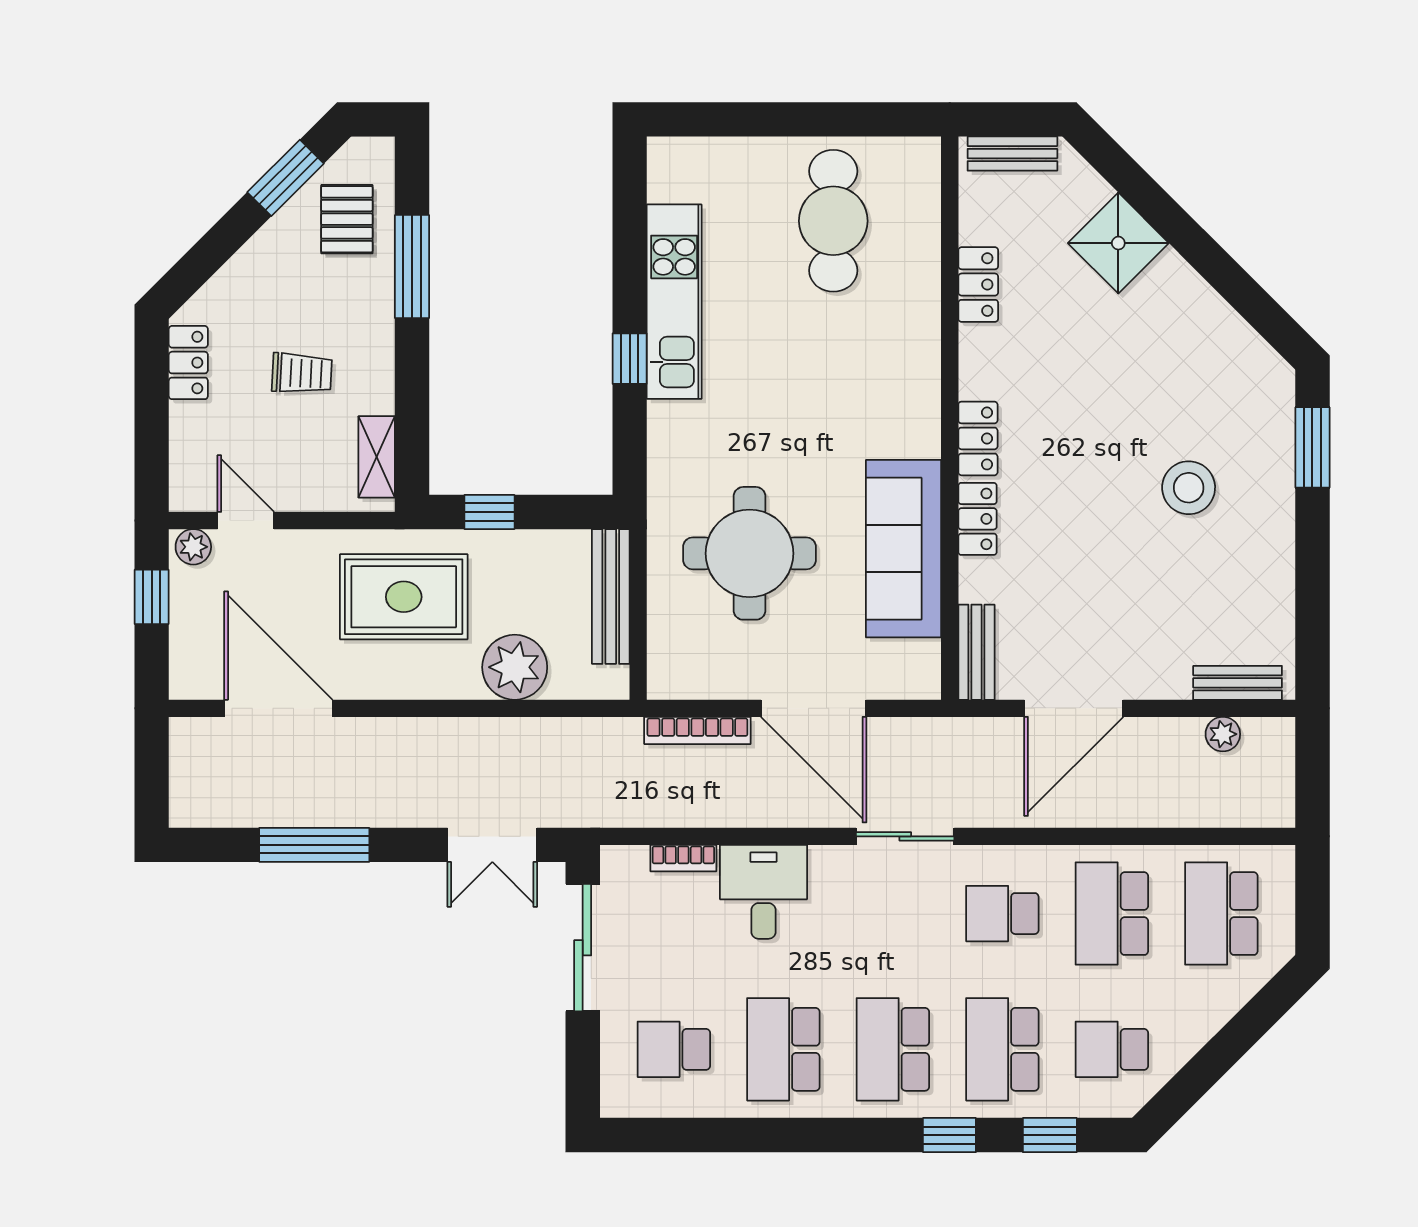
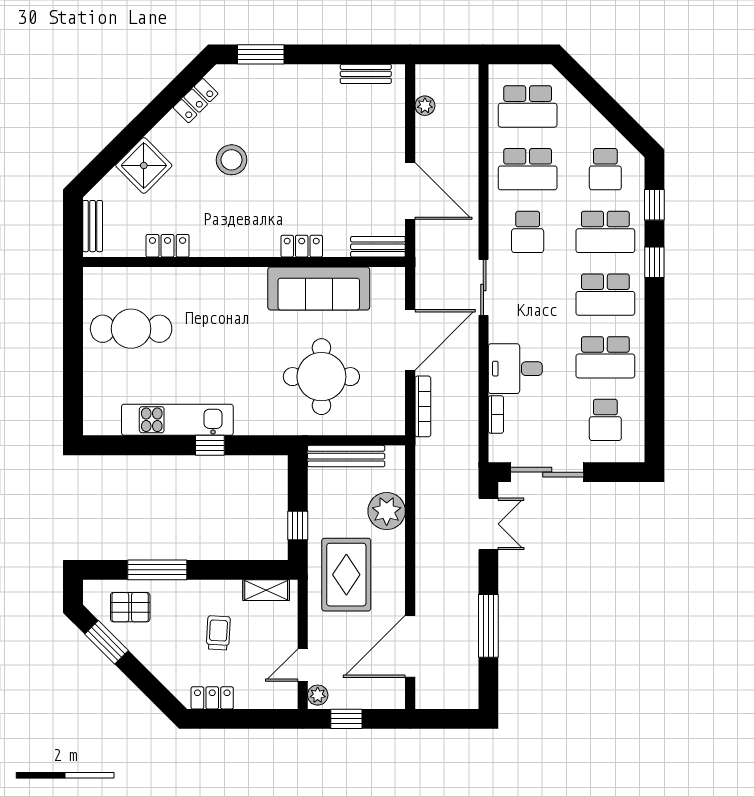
locker: (978, 438) -> (196, 101), moved, turned 135
stool: (1189, 488) -> (232, 160), moved
bench: (1238, 683) -> (366, 74), moved, turned 90

